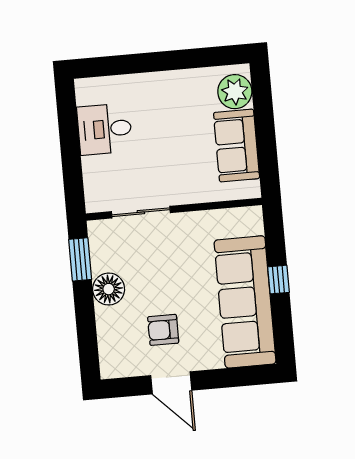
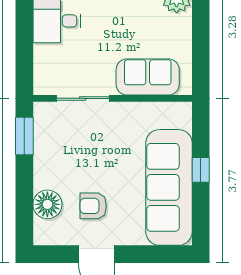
sofa: (237, 146) -> (148, 77), moved, turned 90
floor lamp: (109, 289) -> (47, 204), moved

